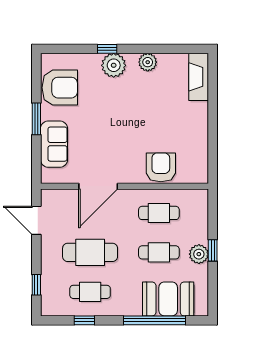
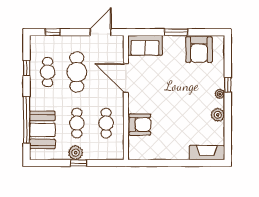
plant: (114, 65) -> (220, 94), width x0.53, depth x0.53
sofa: (54, 144) -> (145, 45), moved

